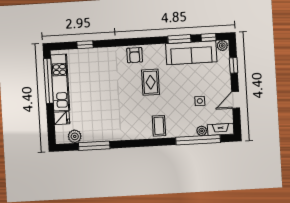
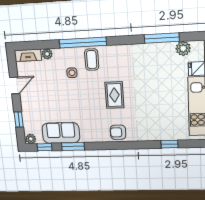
sofa: (191, 53) -> (61, 133), width x0.73
armchair: (135, 55) -> (118, 132), turned -90
rug: (151, 82) -> (114, 95), moved
side table: (200, 101) -> (72, 73), moved
window: (198, 140) -> (83, 43), moved

